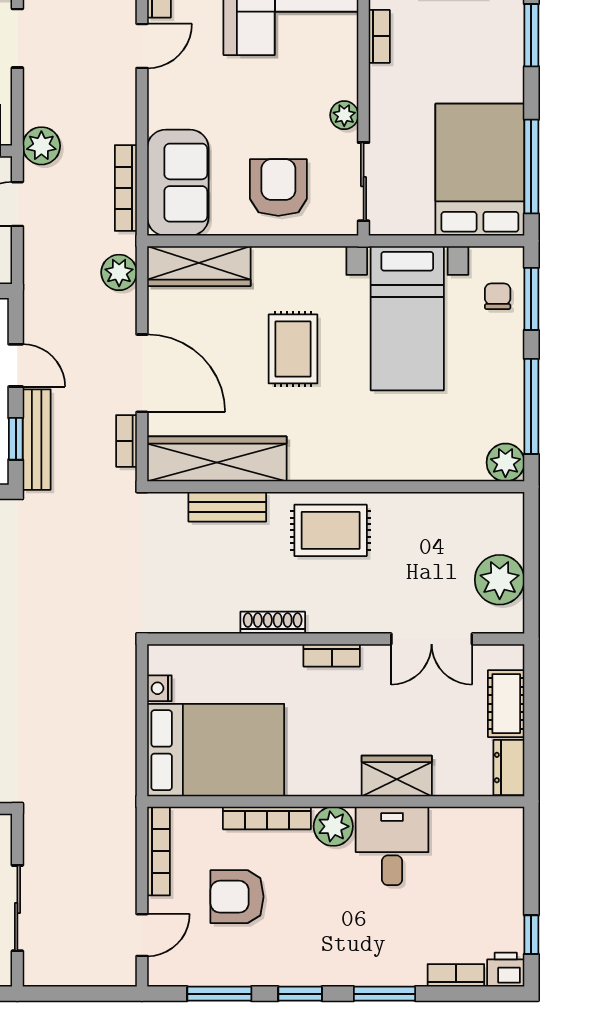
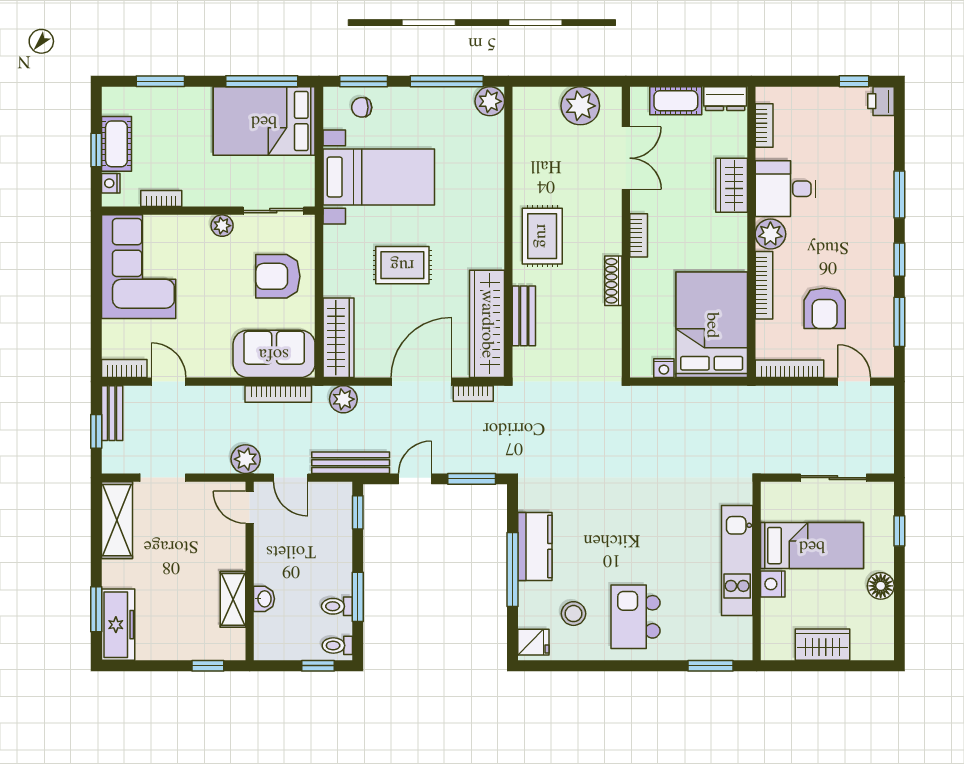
window: (16, 439) -> (472, 479), width x1.50
bench: (37, 440) -> (351, 463), moved
bookcase: (456, 975) -> (764, 126), moved, turned 180

